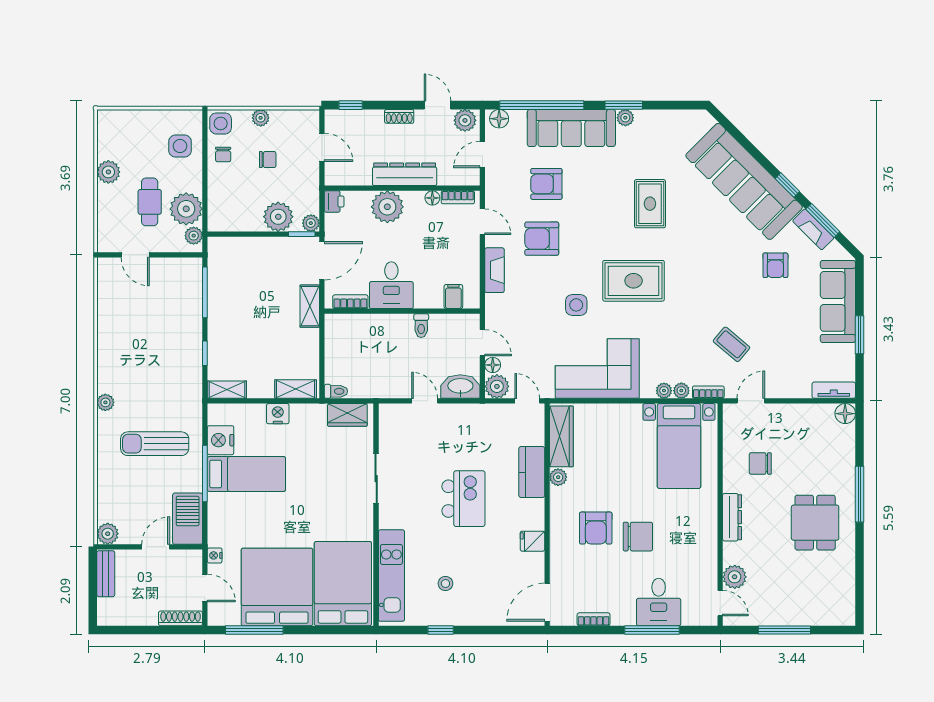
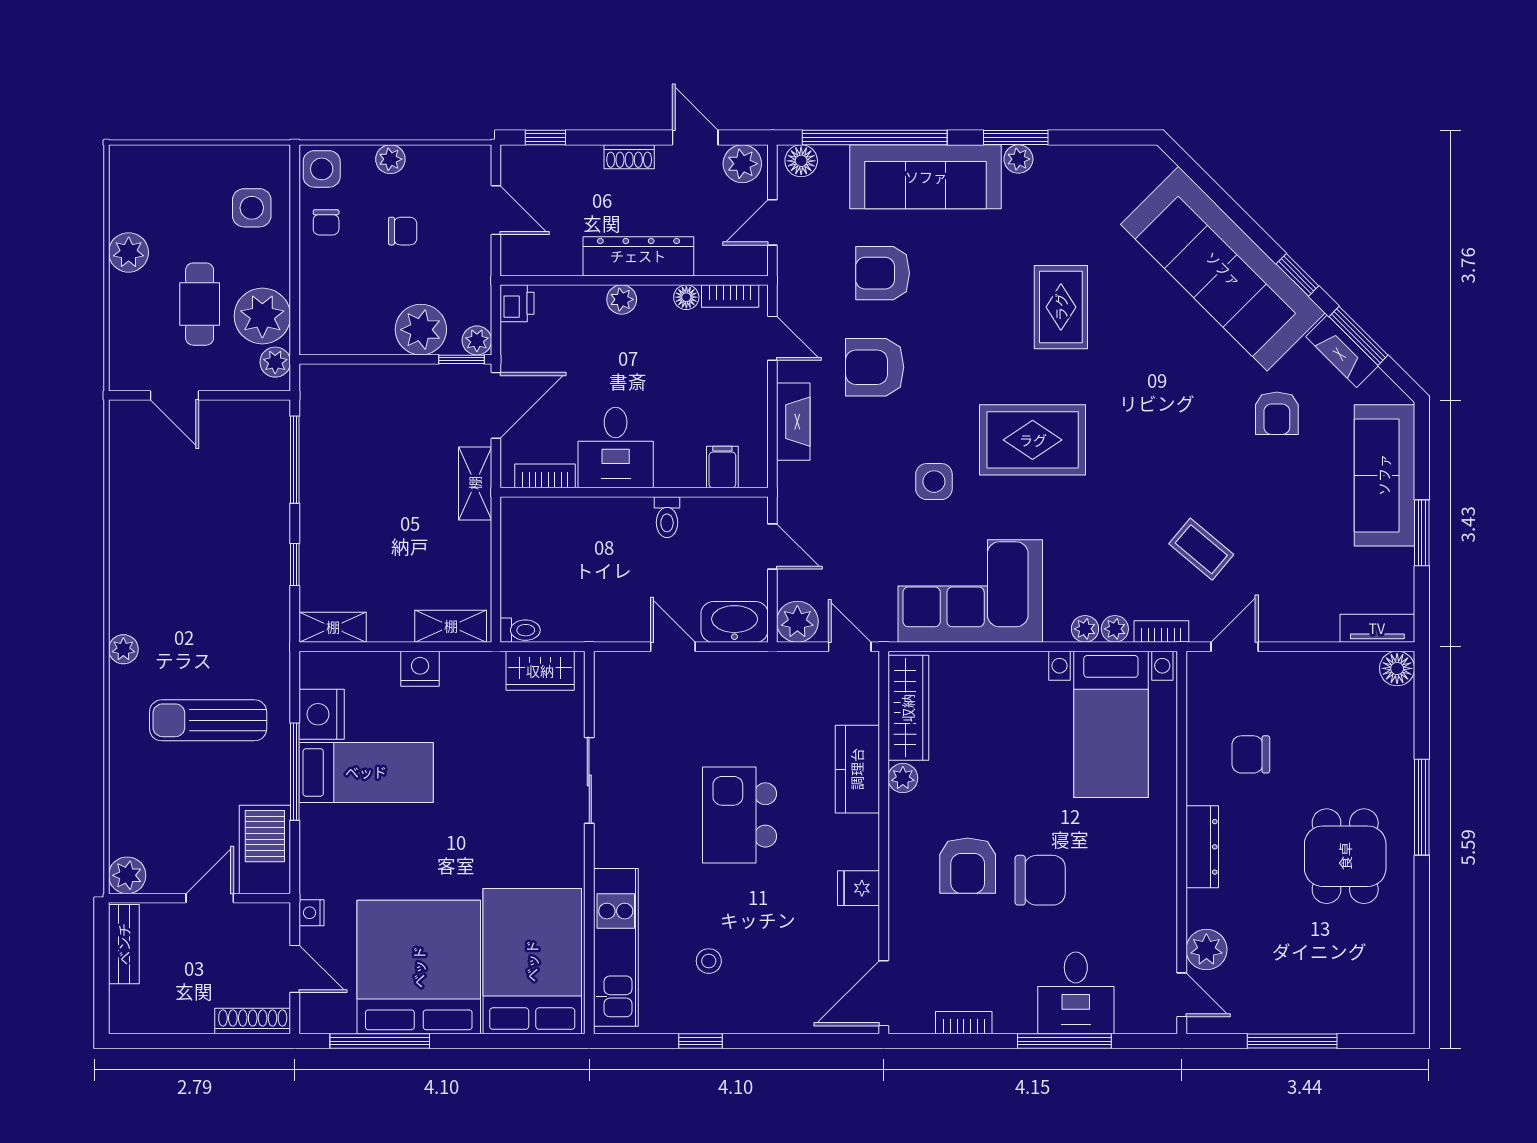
plant: (387, 207) -> (622, 299), width x0.53, depth x0.53
floor lamp: (493, 365) -> (790, 585), removed
kitchen island: (463, 499) -> (740, 815), turned 180

